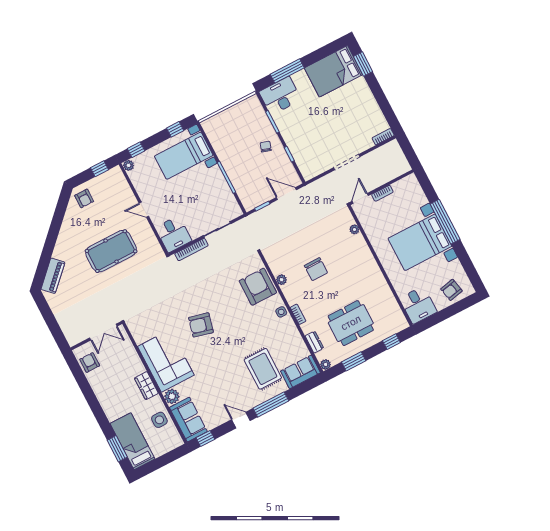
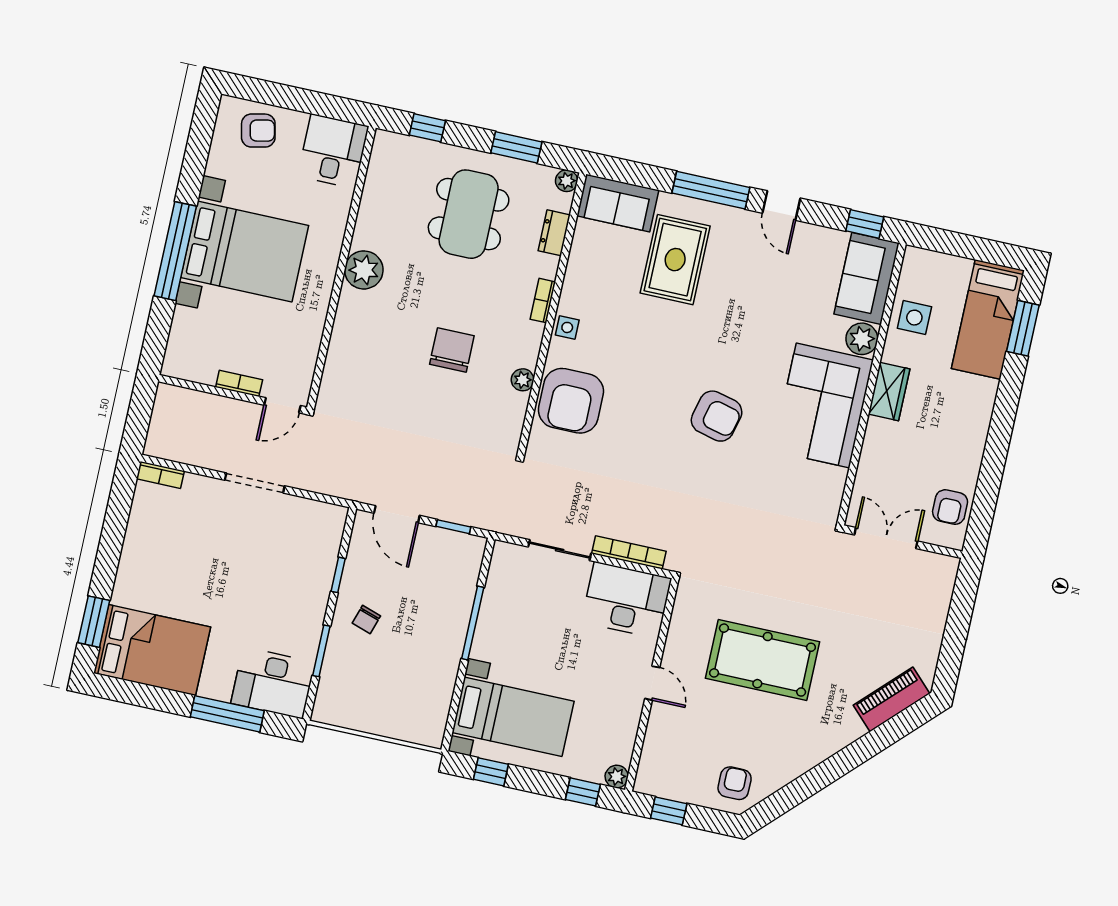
plant: (354, 229) -> (364, 270), moved, width x1.88, depth x1.88
desk: (174, 234) -> (626, 600), width x1.37
dining table: (351, 323) -> (469, 214), turned 90

